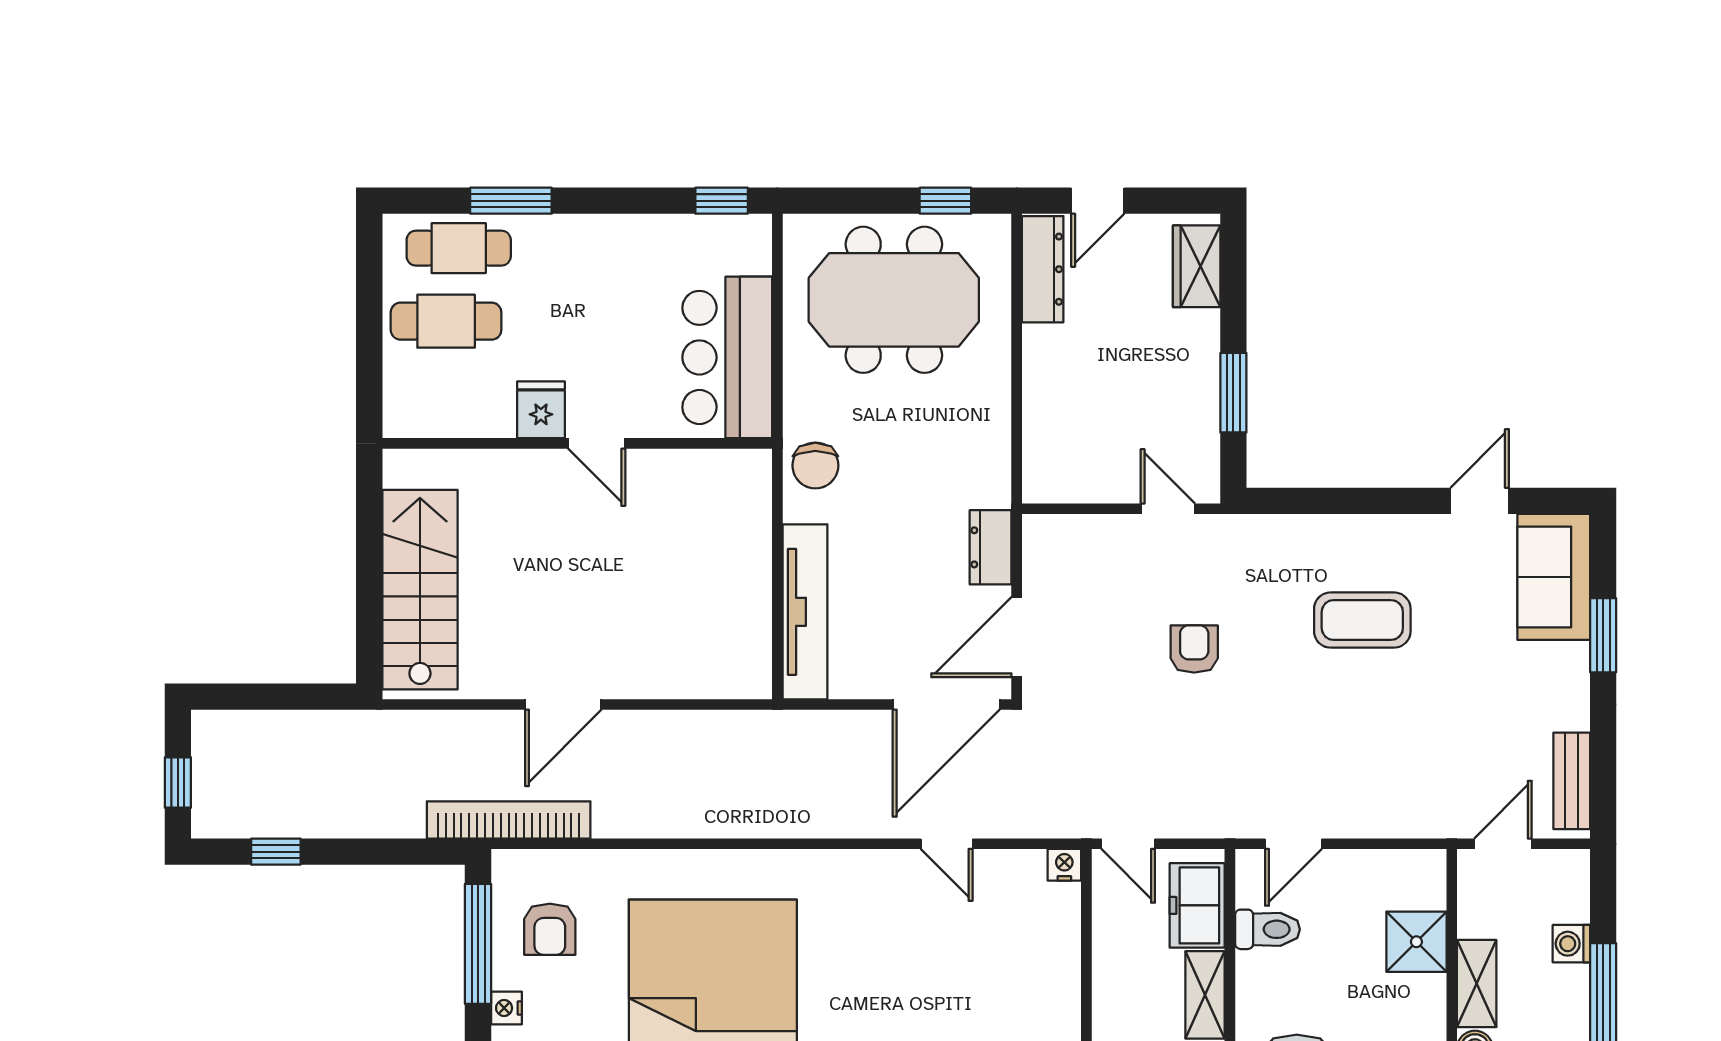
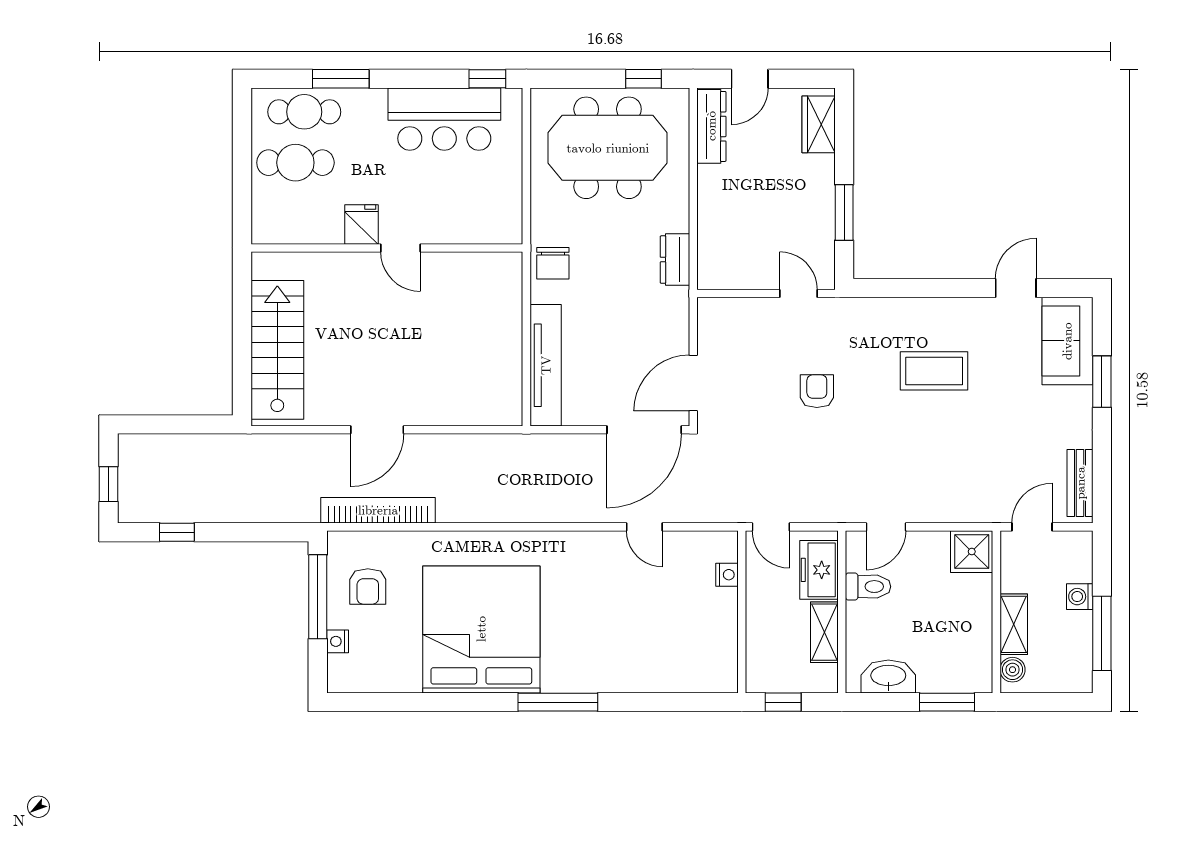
bar counter: (727, 357) -> (444, 119), moved, turned -90
dresser: (991, 547) -> (675, 260), moved
bookcase: (509, 820) -> (378, 510), moved
nightstand: (1064, 865) -> (727, 575), moved, turned 90
shower: (1416, 942) -> (972, 552), moved

